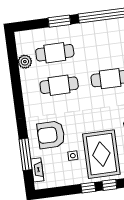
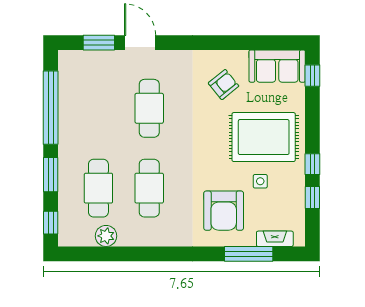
window: (29, 25) -> (51, 223), added
window: (109, 185) -> (312, 198), moved

